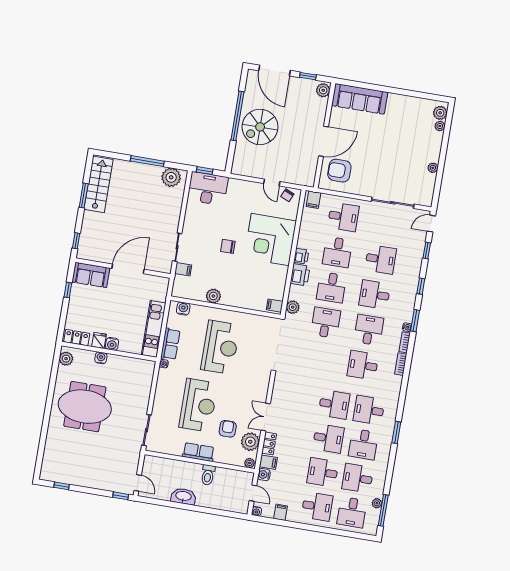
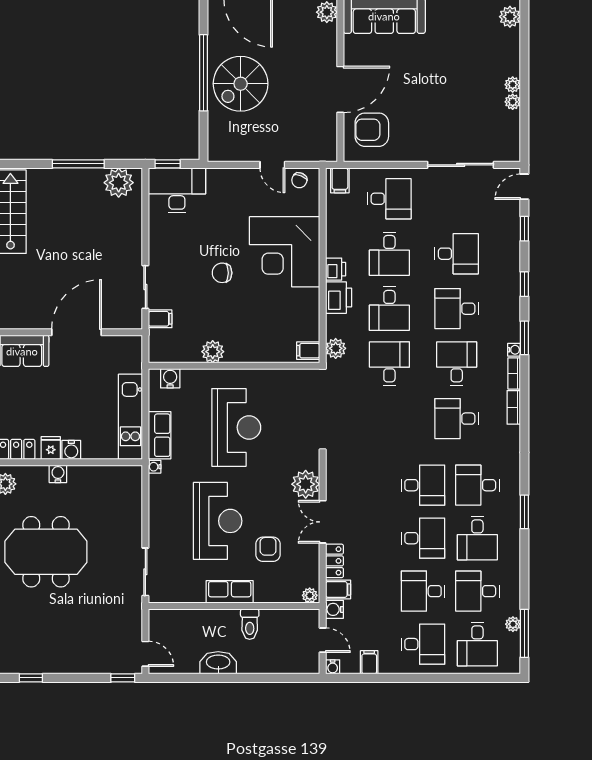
plant: (440, 126) -> (513, 85), moved
plant: (250, 442) -> (306, 484), moved

